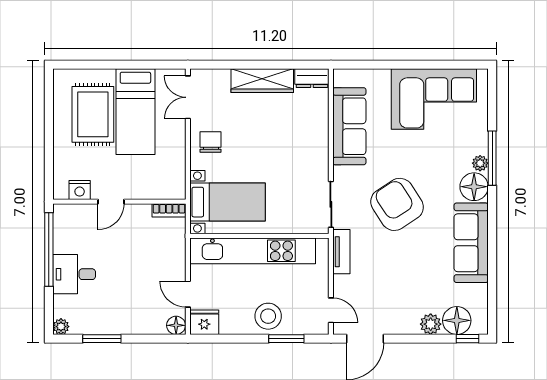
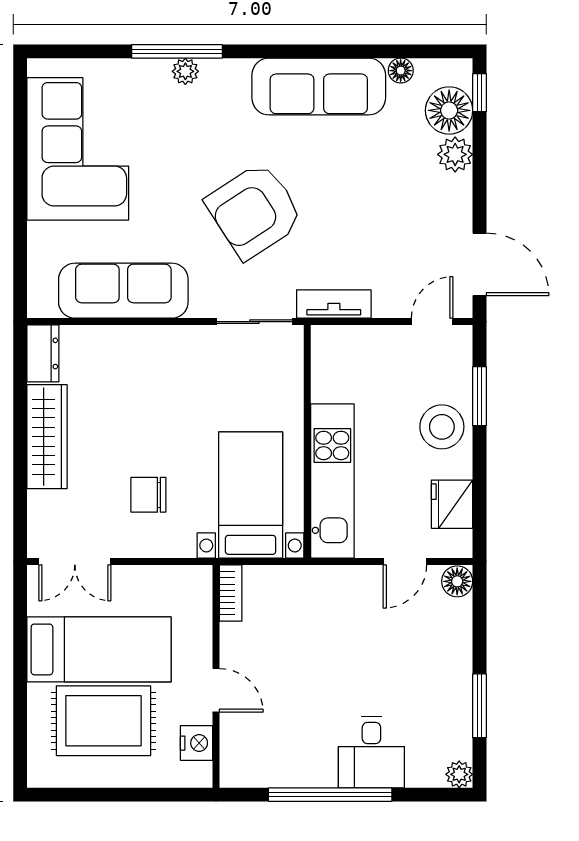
chair: (211, 142) -> (148, 495), moved
floor lamp: (474, 187) -> (401, 71), moved, width x0.53, depth x0.53
nightstand: (80, 190) -> (197, 743), moved
door: (111, 202) -> (216, 690), moved
wall: (119, 202) -> (216, 676), moved
bookcase: (169, 210) -> (231, 593), moved
kitchen unit: (253, 251) -> (332, 481), width x0.73
fridge: (204, 322) -> (452, 504), moved

